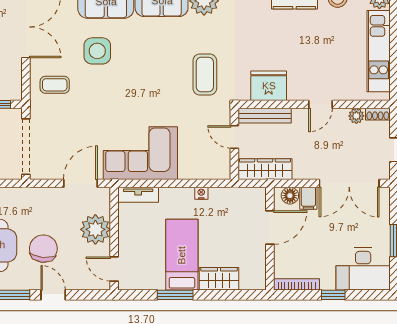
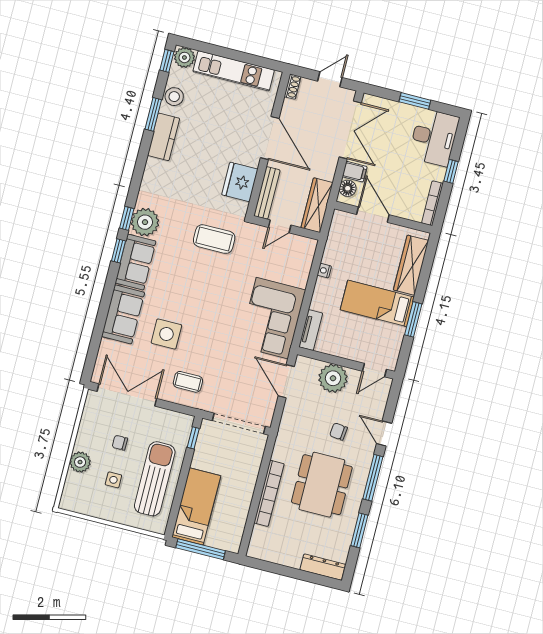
coffee table: (55, 85) -> (188, 382), turned 90
door: (320, 104) -> (270, 138), width x1.87
plant: (356, 116) -> (289, 107), removed
chair: (43, 249) -> (338, 432), width x0.54, depth x0.54
wardrobe: (219, 279) -> (411, 265), width x1.50
door: (53, 295) -> (384, 433), hinge flipped

